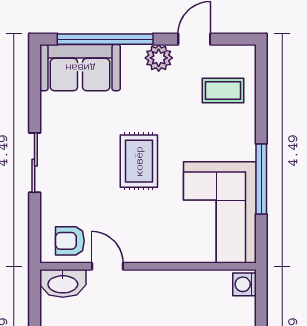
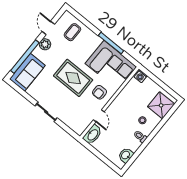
rug: (139, 161) -> (73, 78), width x1.36, depth x1.43
armchair: (70, 241) -> (99, 92), moved
door: (107, 266) -> (99, 116), swing flipped

